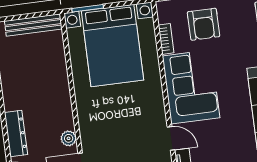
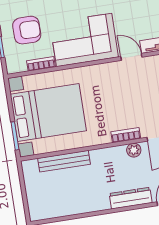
bench: (33, 25) -> (64, 161), moved, turned 90
bookcase: (85, 130) -> (126, 135), added
door: (171, 138) -> (131, 57), hinge flipped

